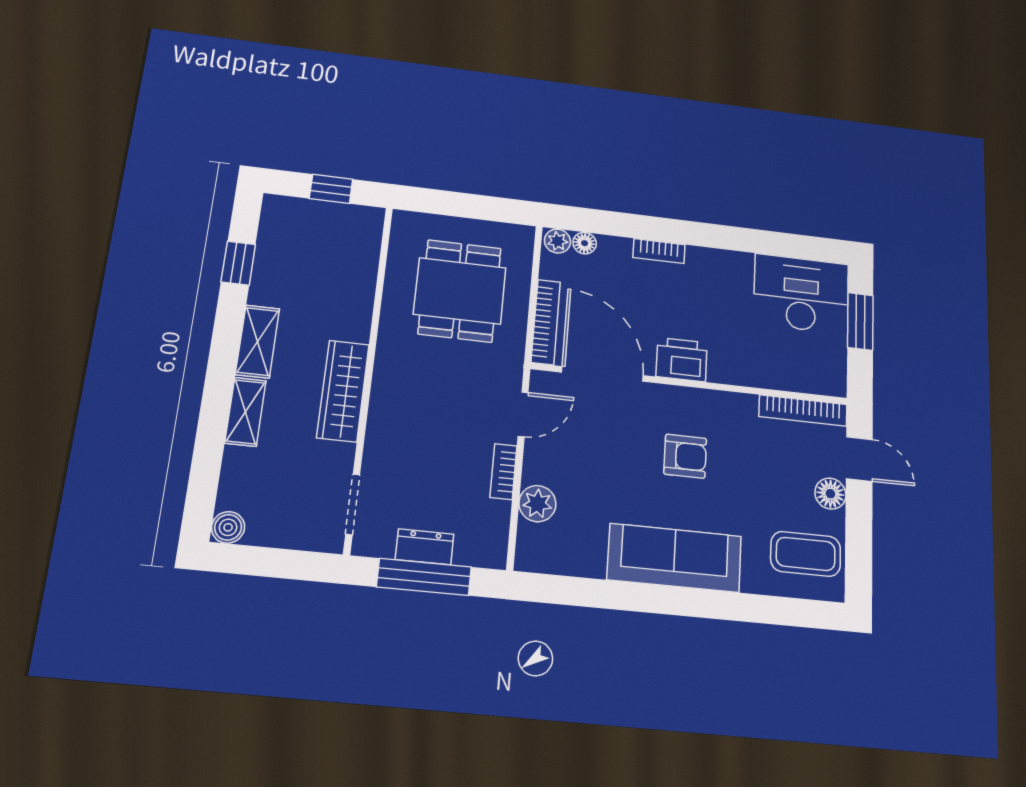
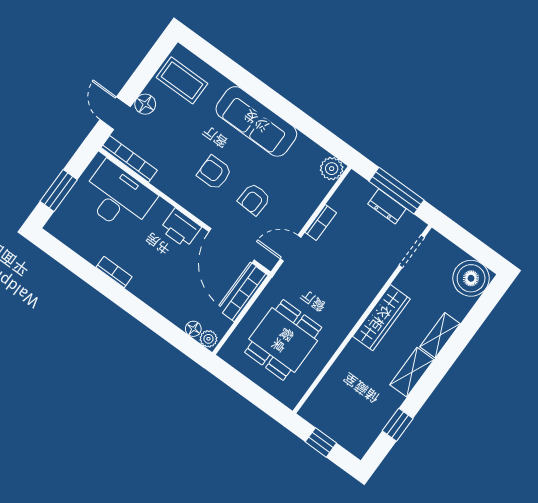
bookcase: (659, 251) -> (114, 272), moved
desk: (801, 294) -> (118, 197), moved, turned 180
armchair: (612, 451) -> (254, 199), added
plant: (537, 504) -> (332, 169), moved
boiler: (228, 527) -> (471, 278), width x1.86, depth x1.86

